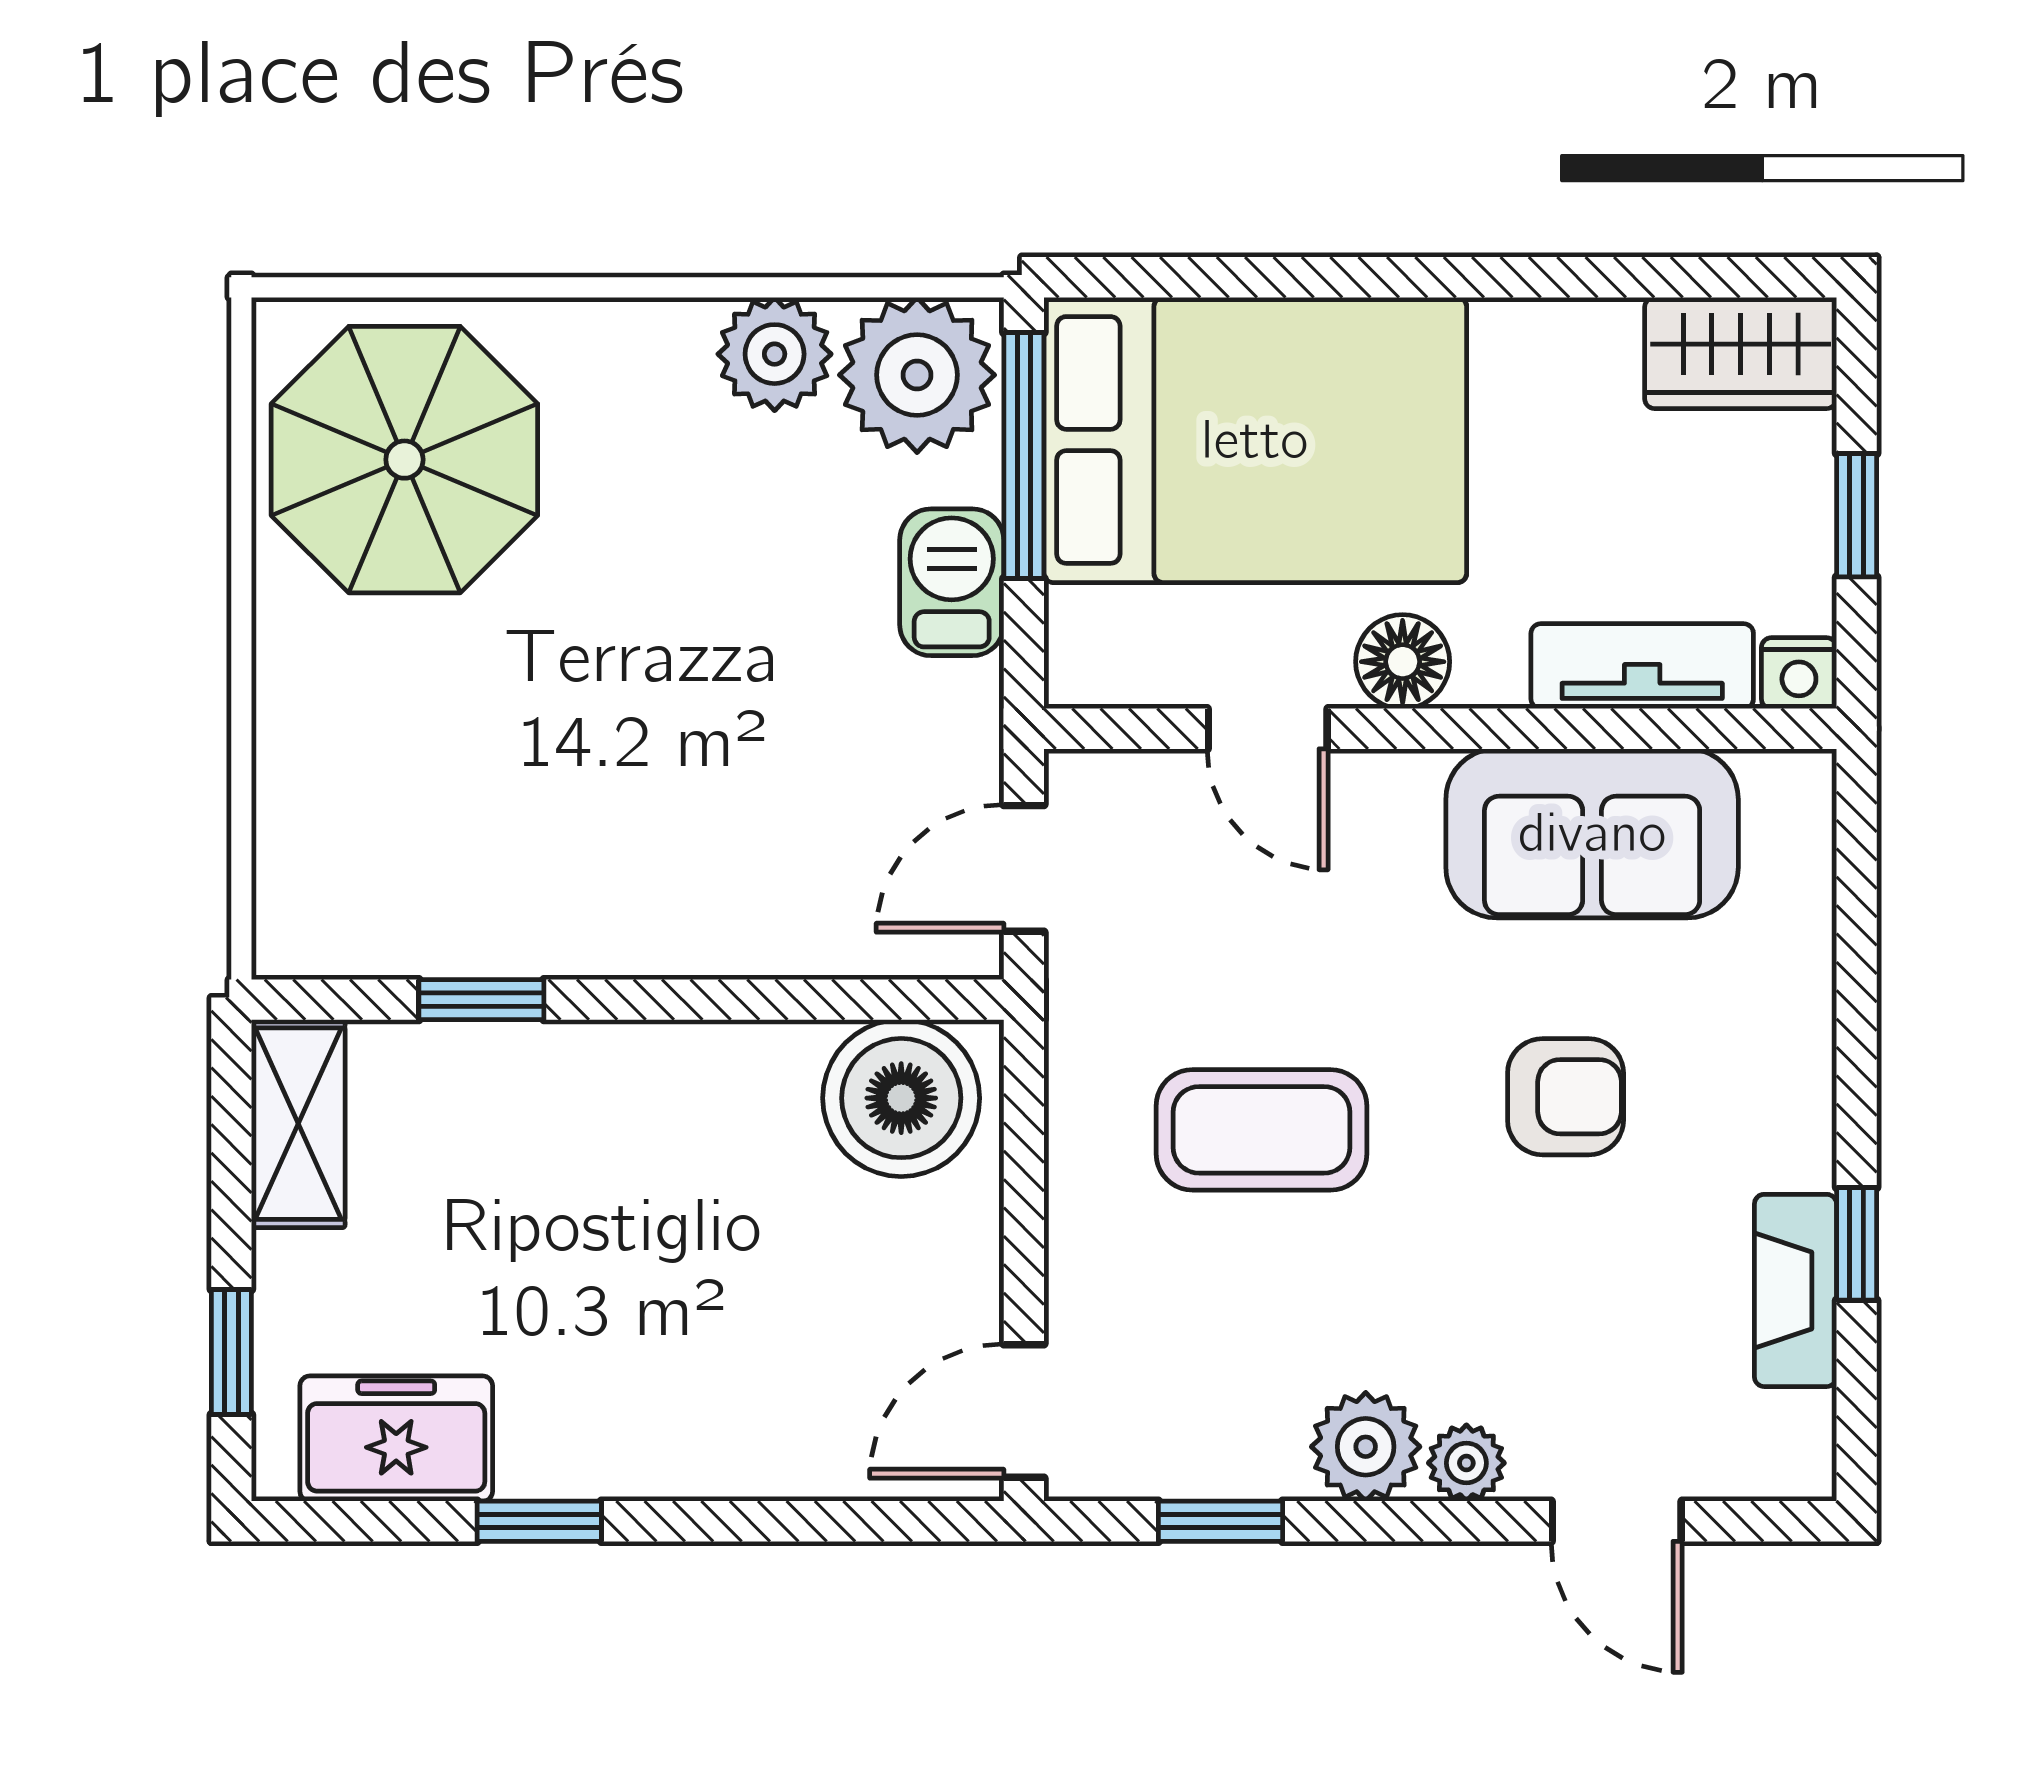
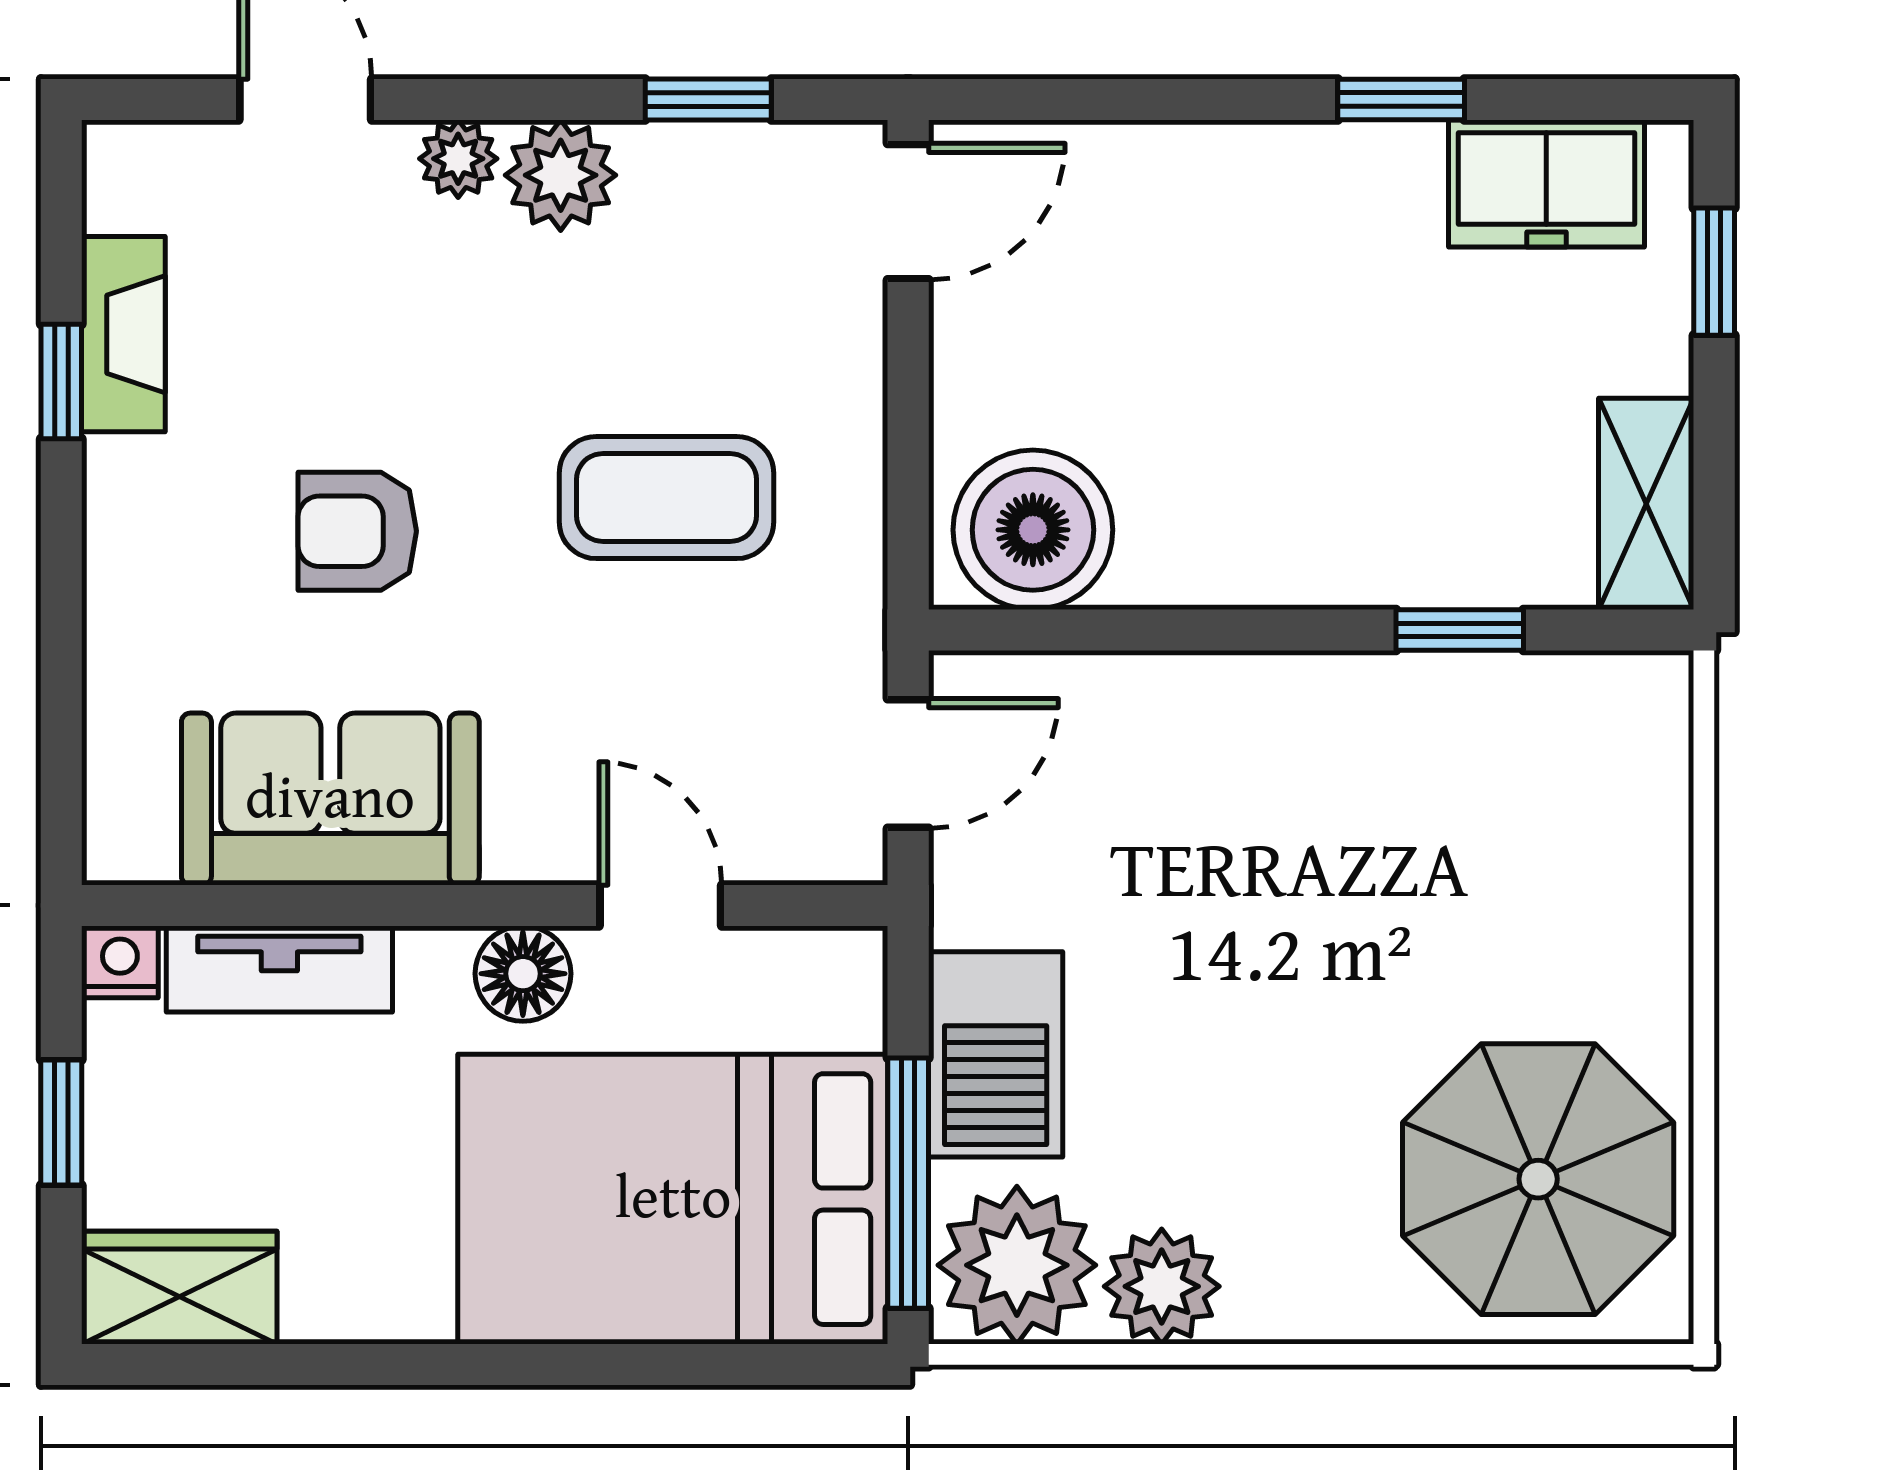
barbecue: (952, 582) -> (996, 1054), width x1.38, depth x1.27

